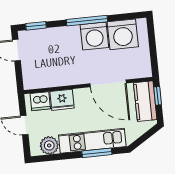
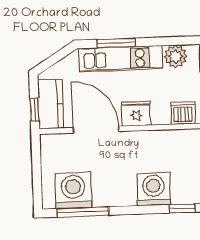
window: (87, 21) -> (83, 212), moved
washing machine: (94, 36) -> (153, 189), moved
fridge: (62, 100) -> (136, 114), moved

